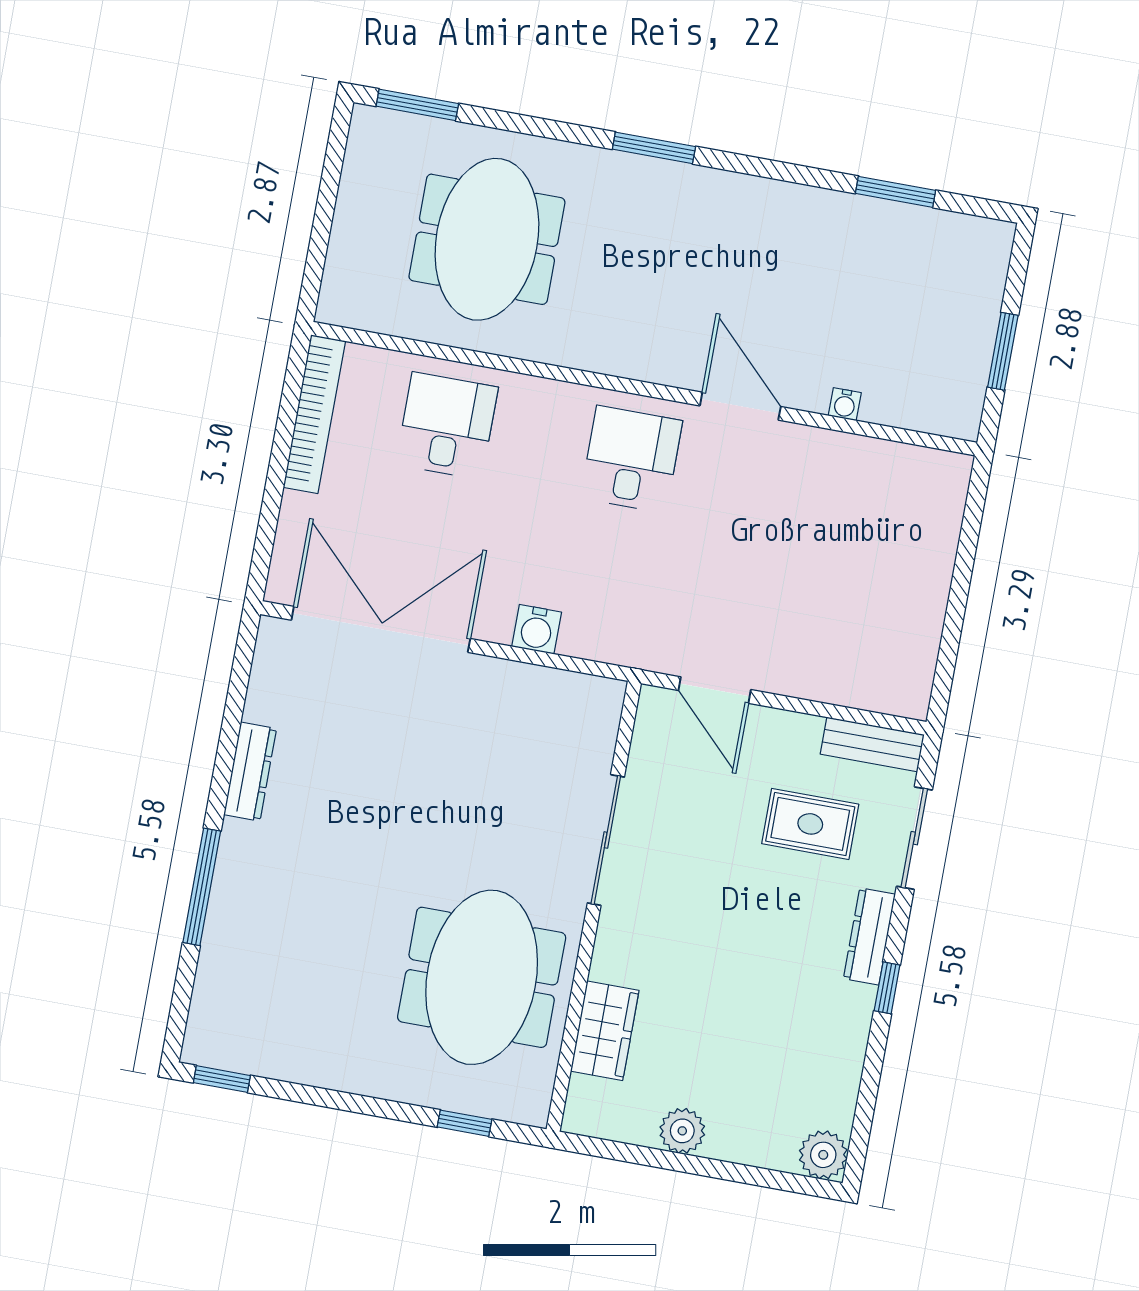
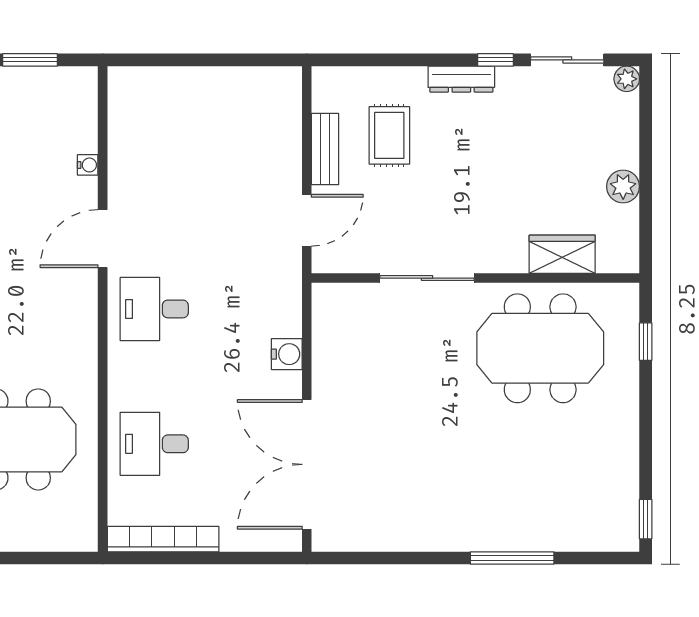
bench: (872, 744) -> (325, 149), moved
dresser: (250, 772) -> (424, 539), removed
sliding door: (914, 838) -> (567, 60), moved
plant: (823, 1155) -> (627, 79), width x0.73, depth x0.73

